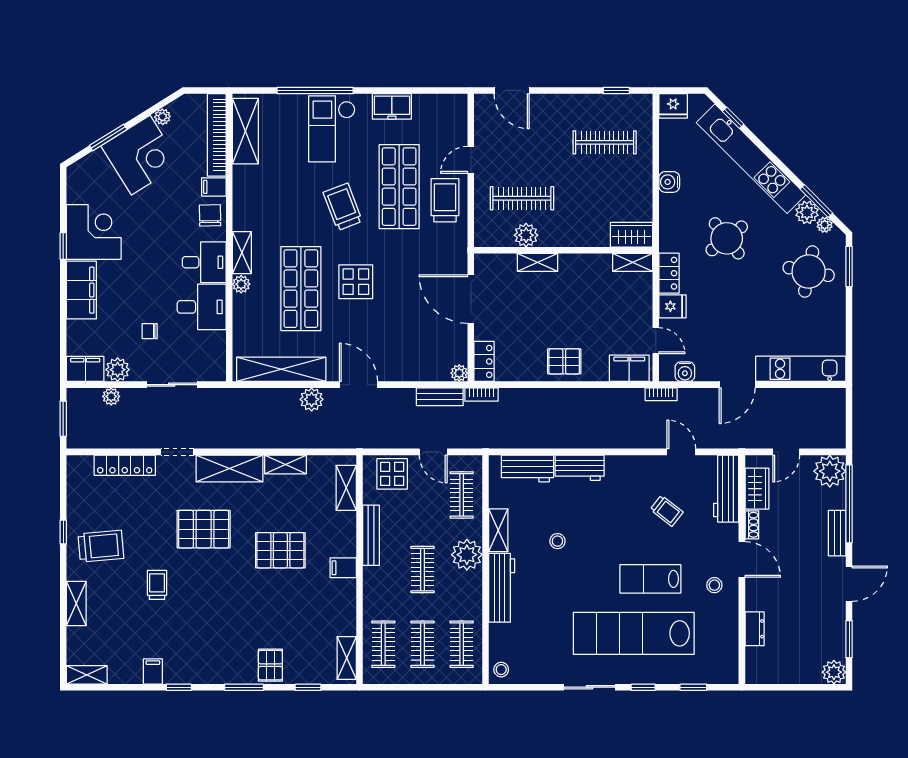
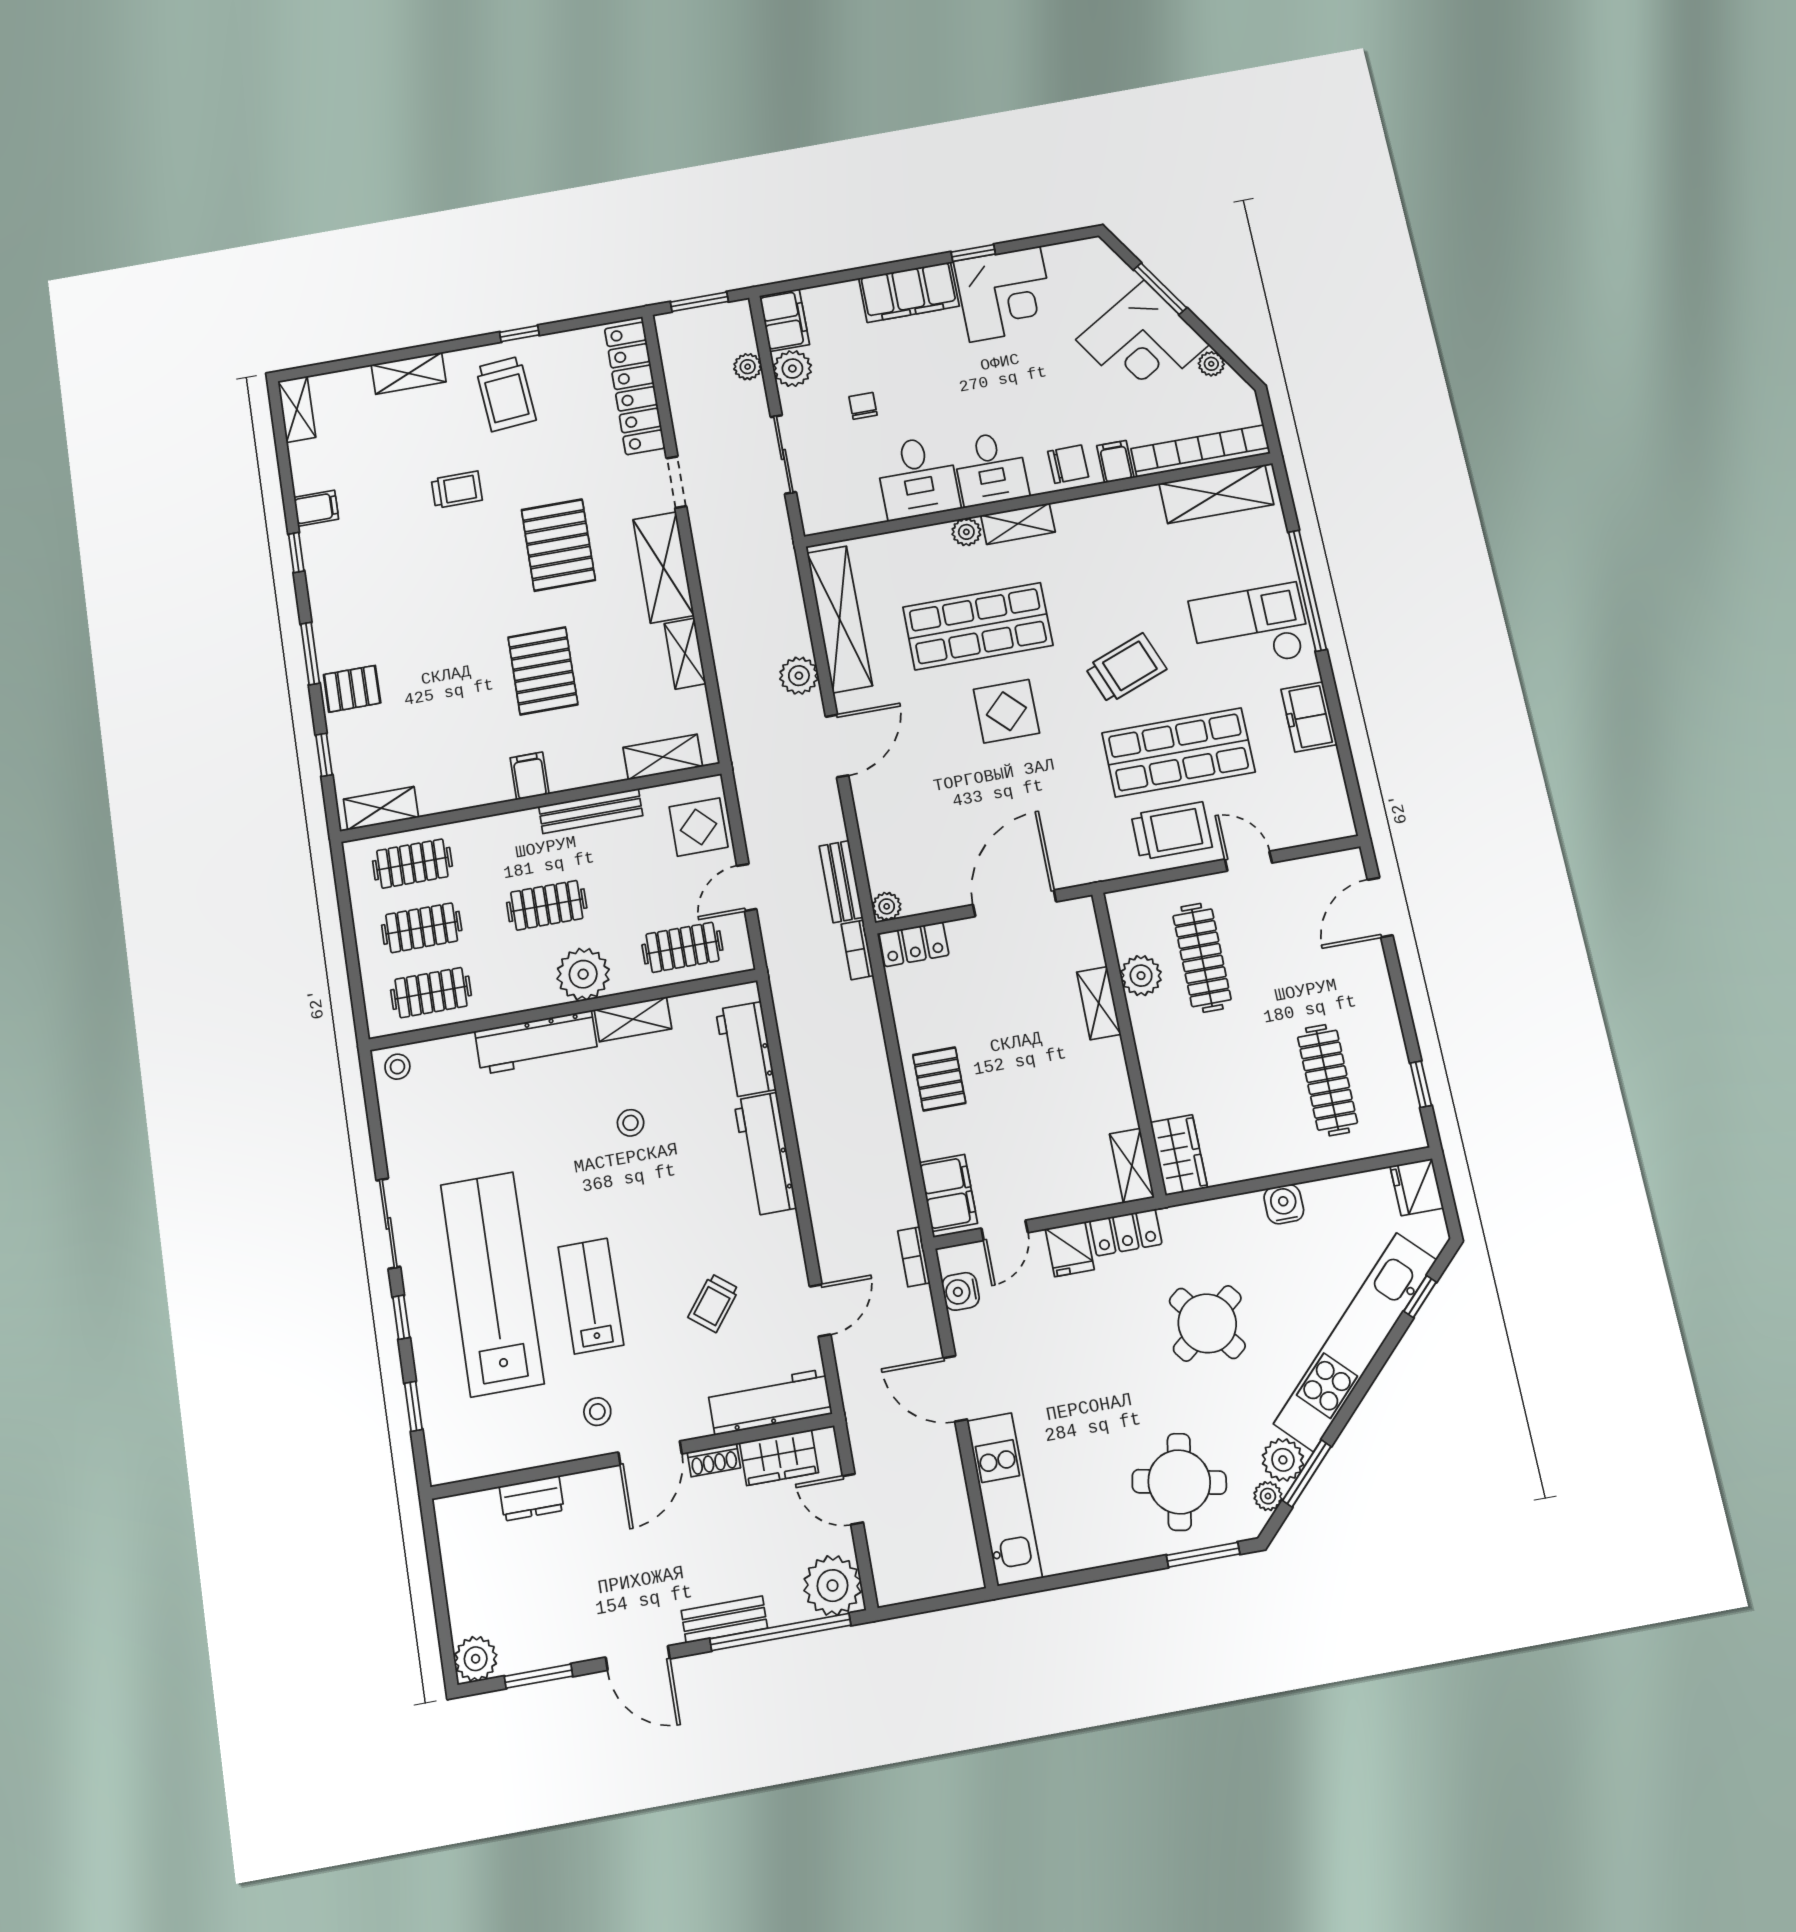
locker: (125, 465) -> (635, 388), width x1.41, depth x1.21
workbench: (580, 468) -> (765, 1154), width x1.38

